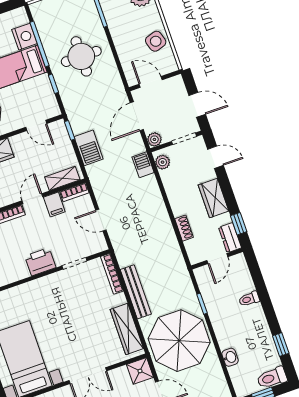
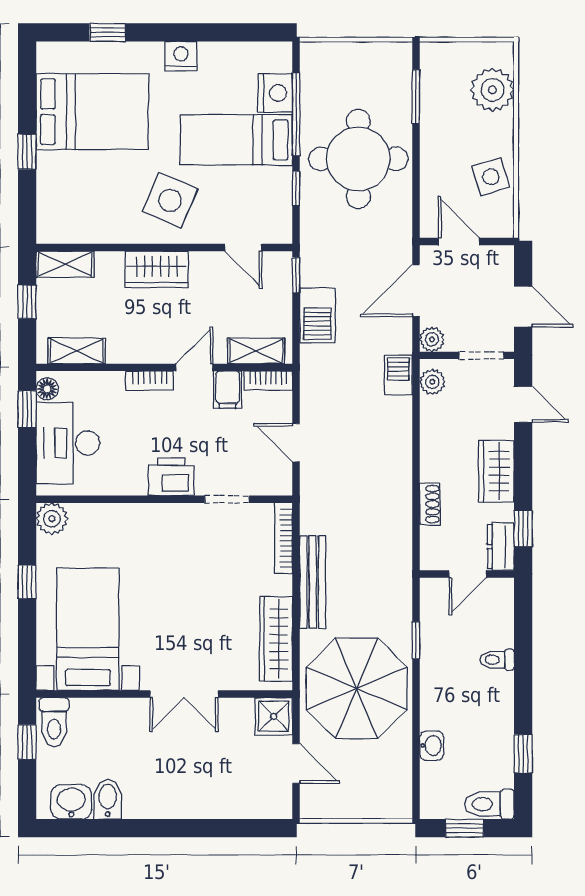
round table: (81, 56) -> (358, 159), width x1.36, depth x1.36

